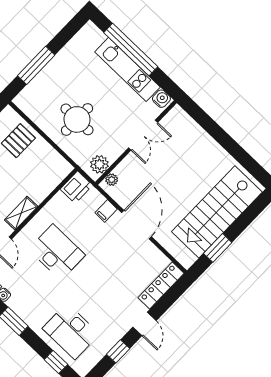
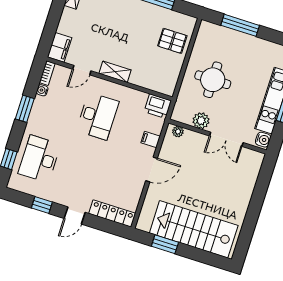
plant: (99, 164) -> (201, 121), moved
door: (137, 225) -> (151, 170), width x0.73

